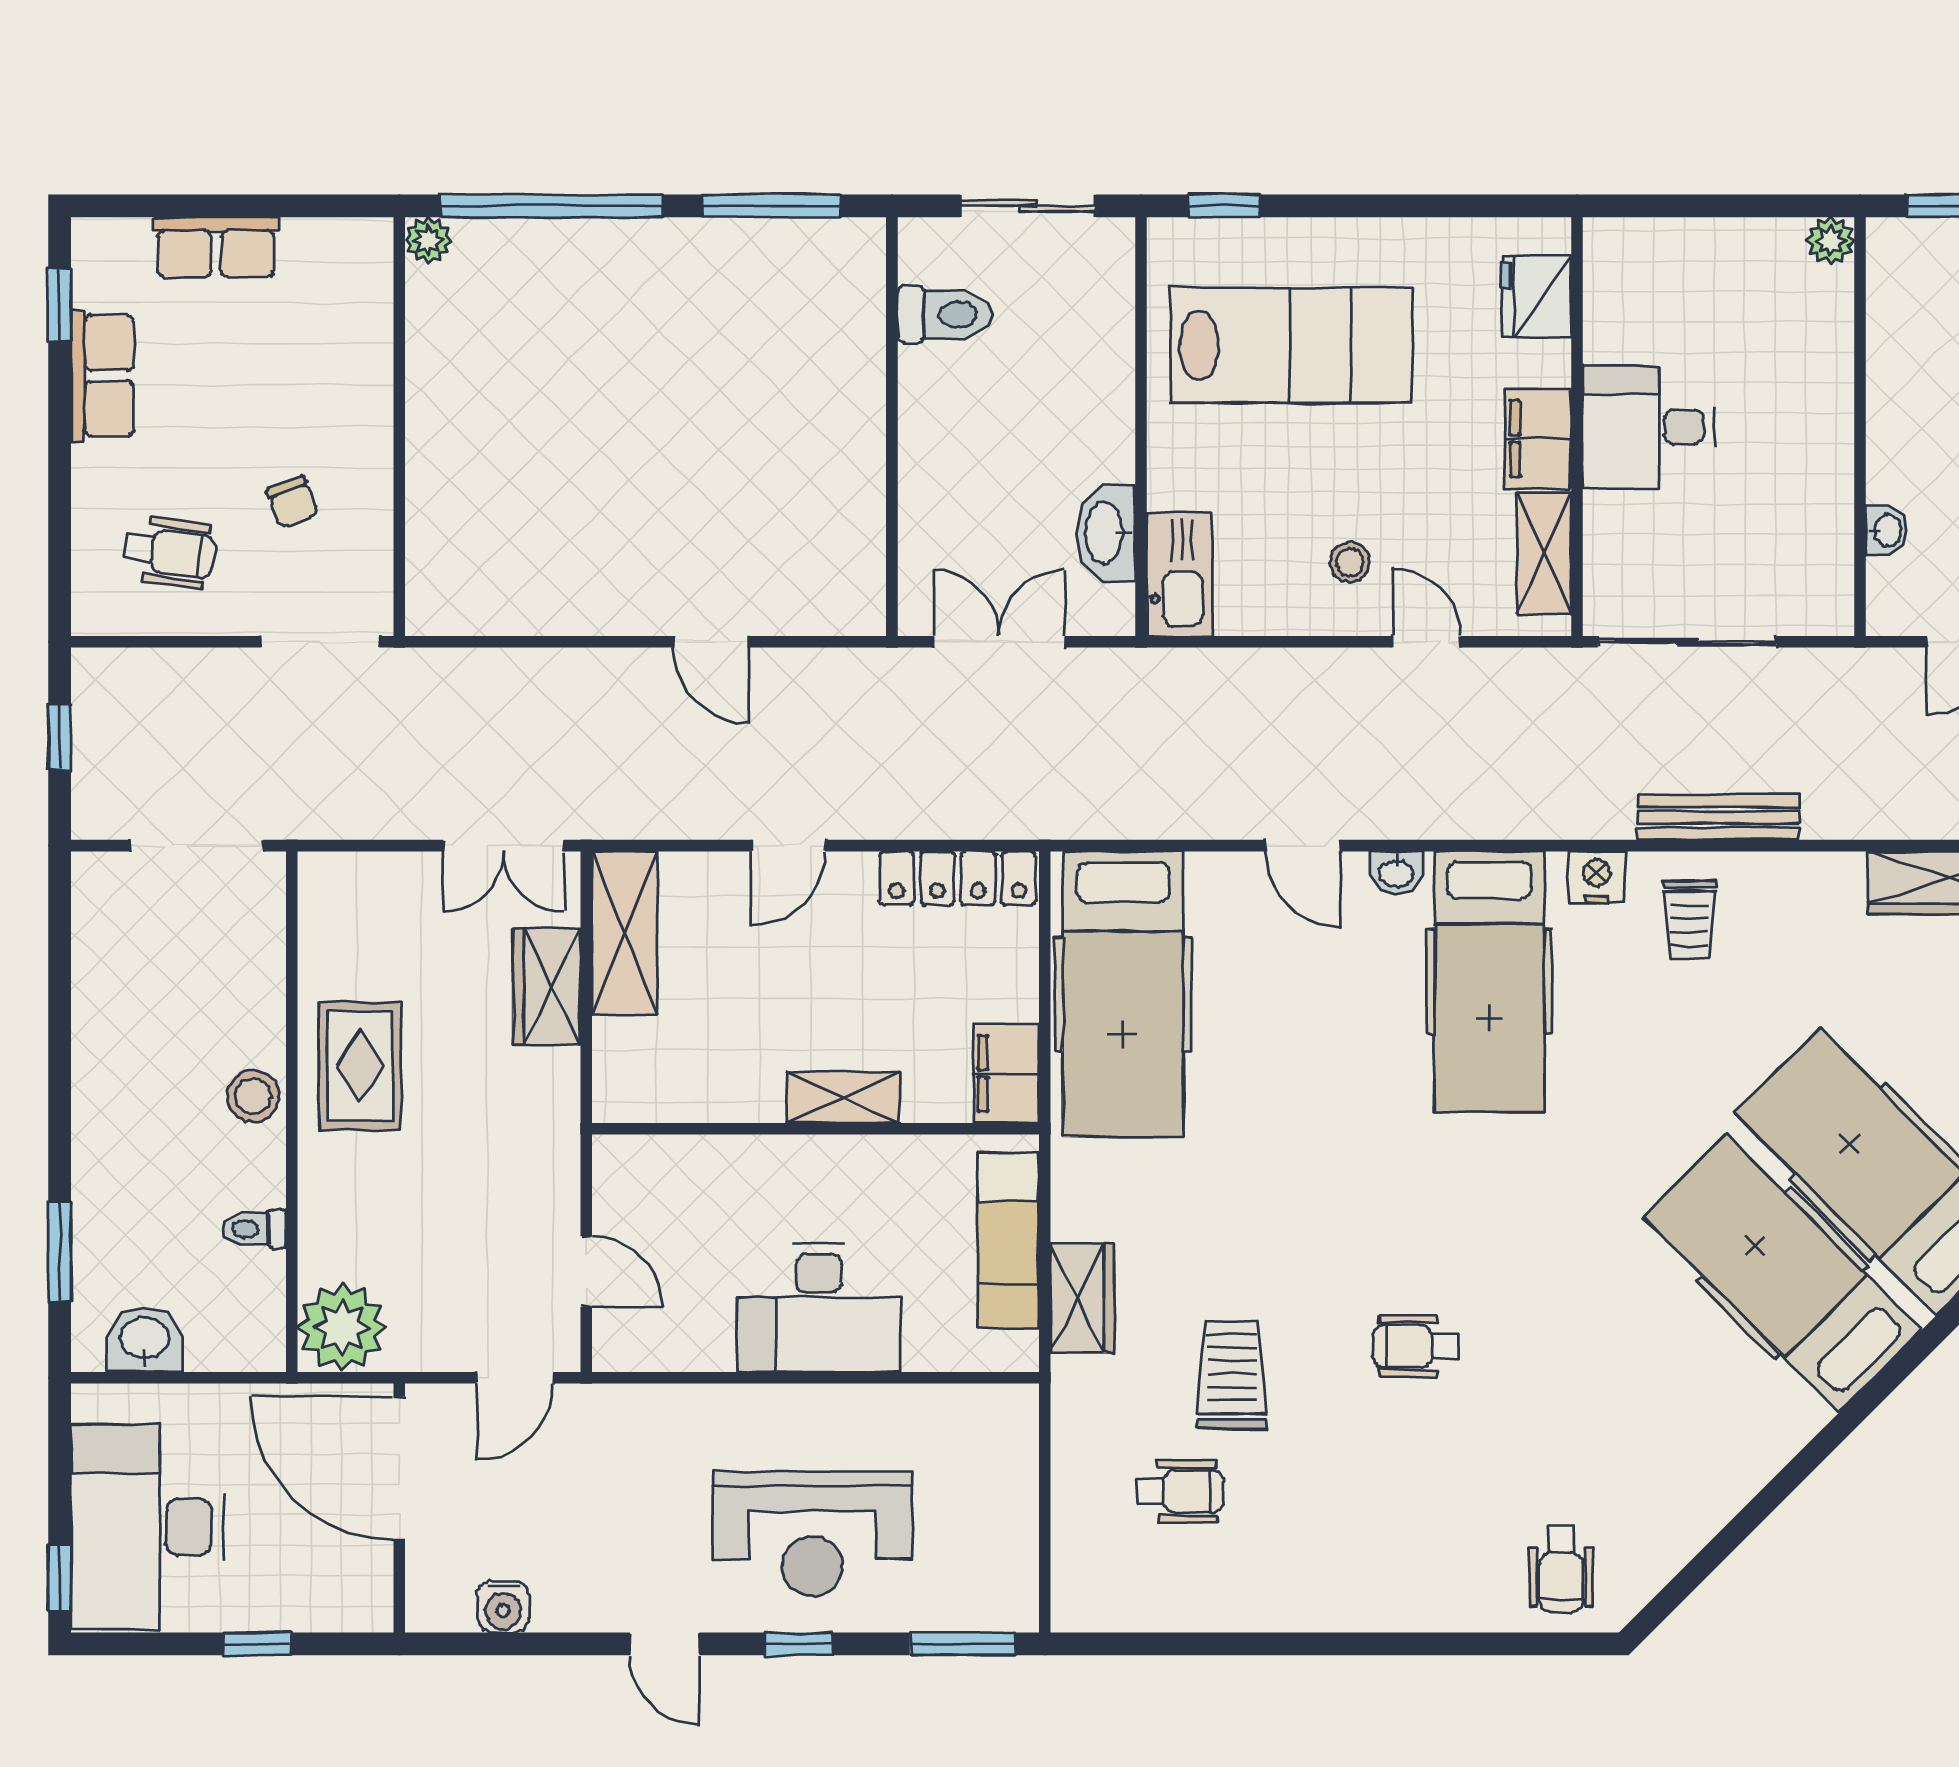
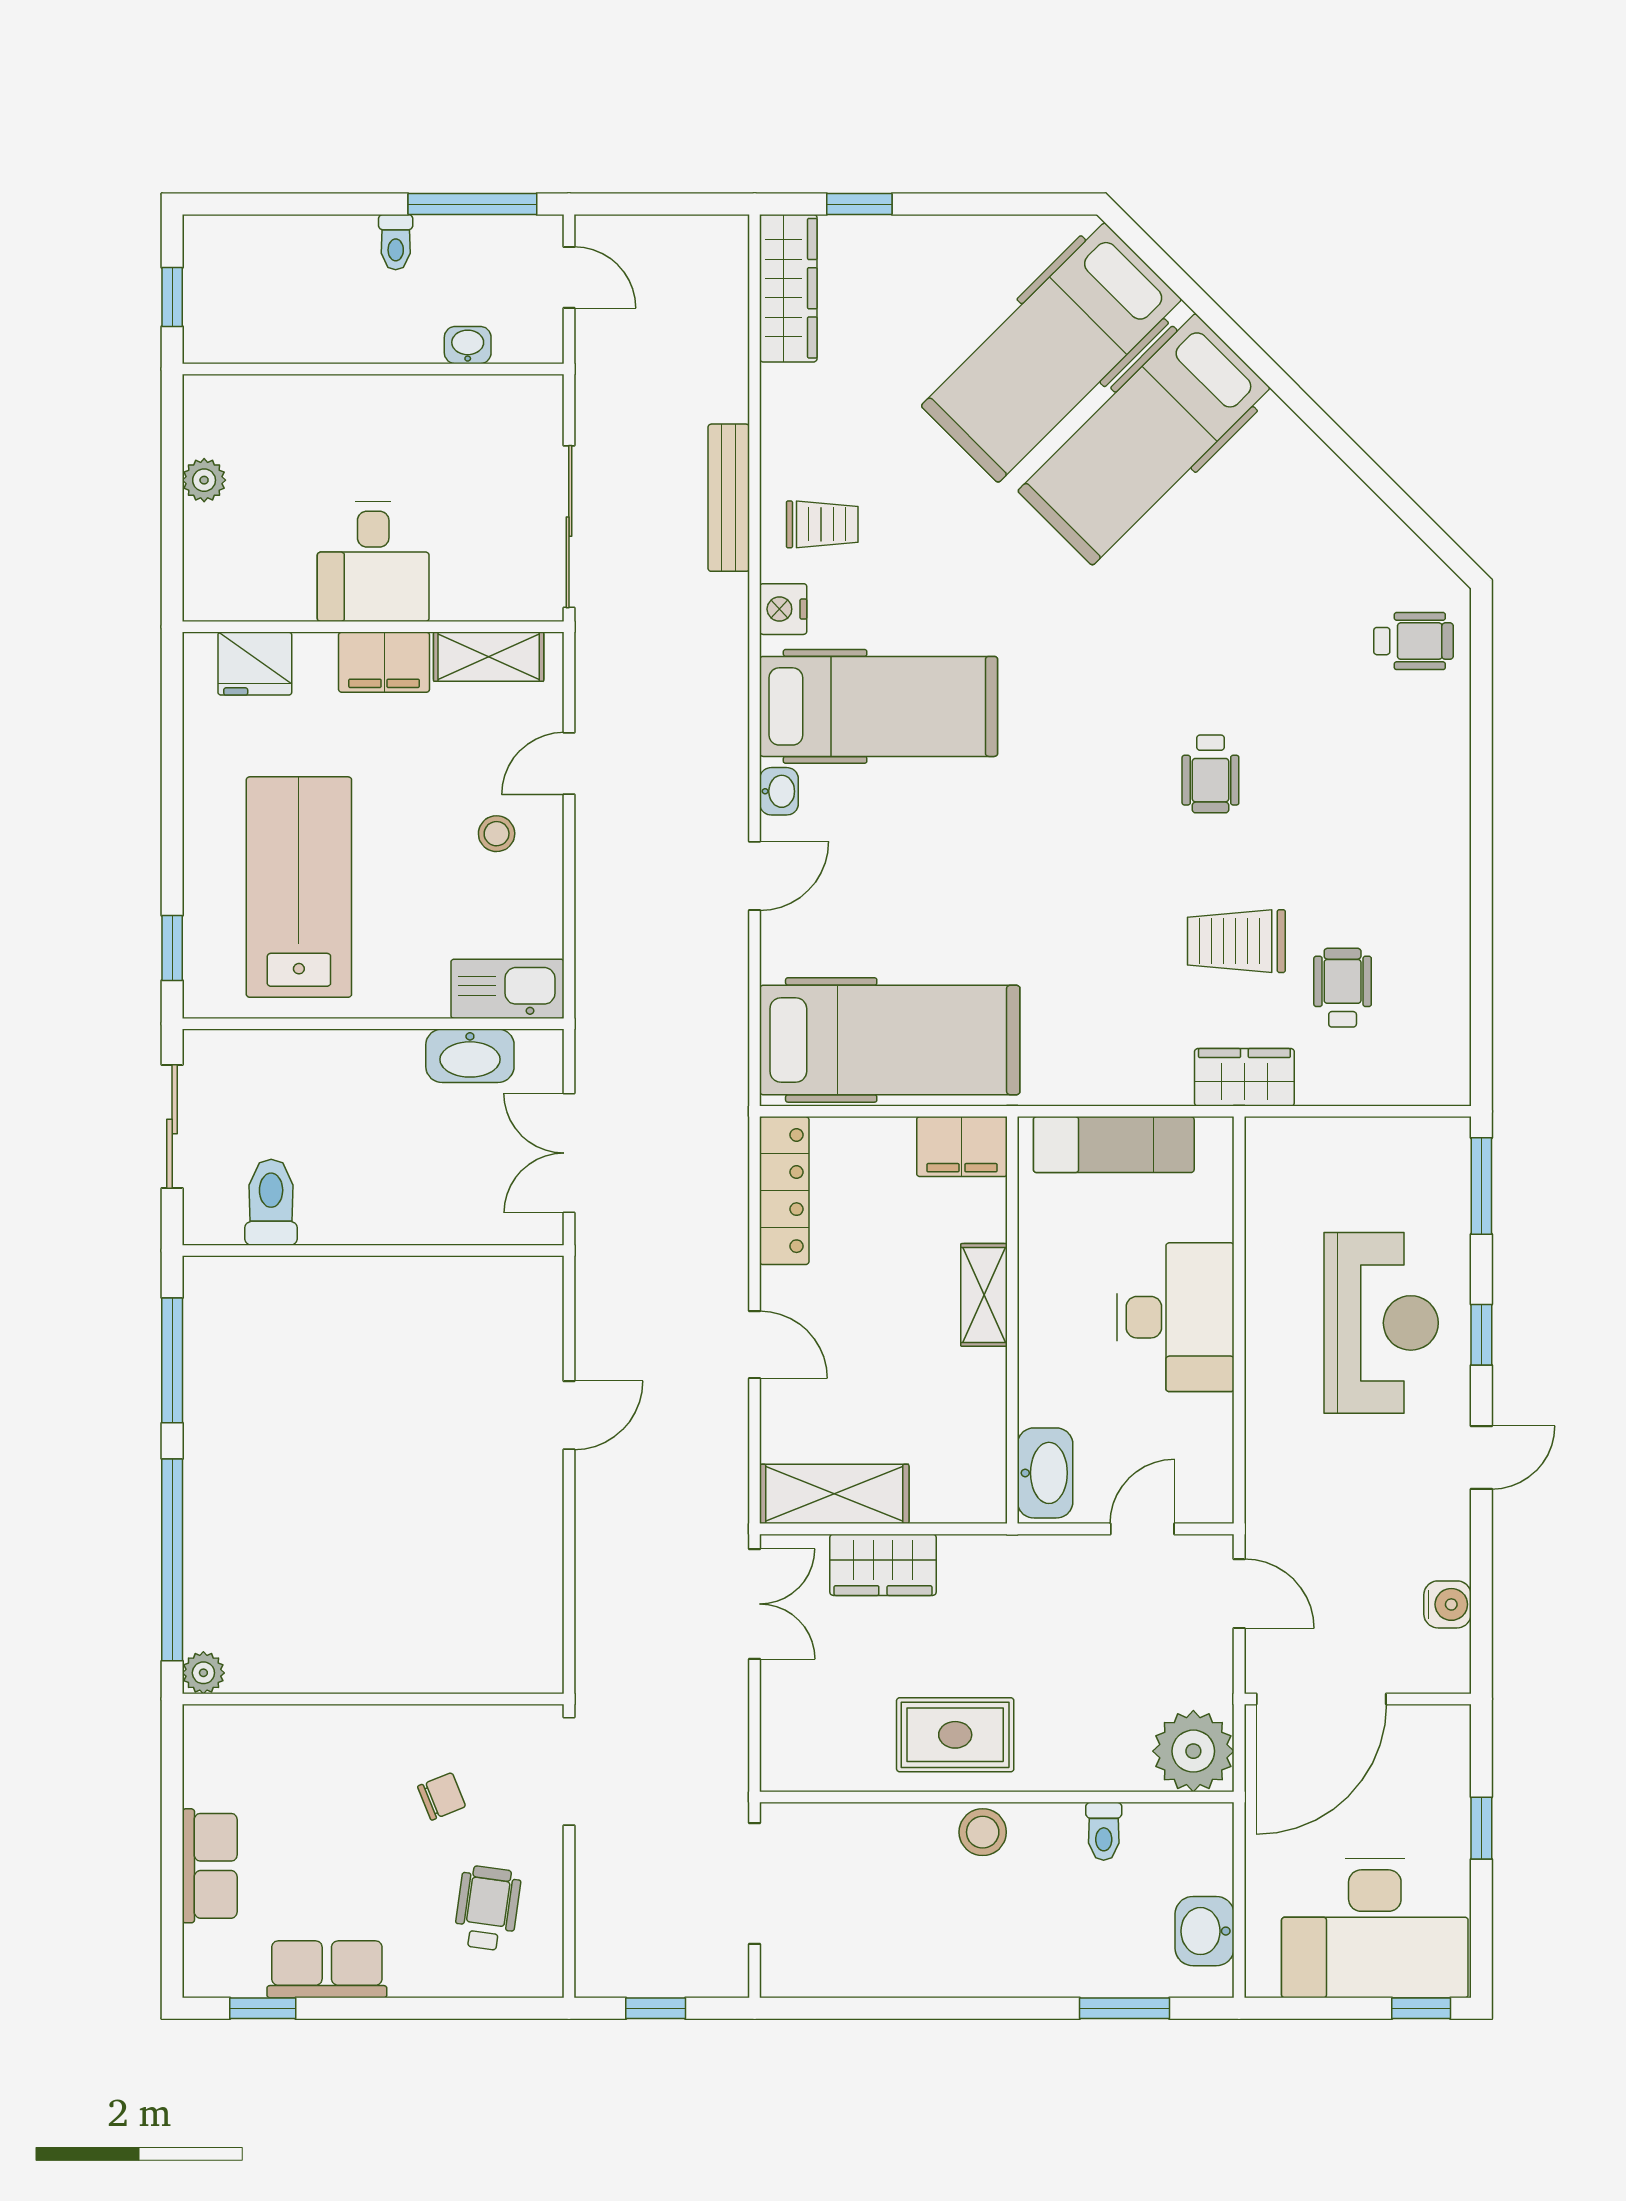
plant: (1831, 241) -> (204, 480), moved
washbasin: (648, 1165) -> (1045, 1473), added
wardrobe: (1082, 1298) -> (1244, 1077), moved

